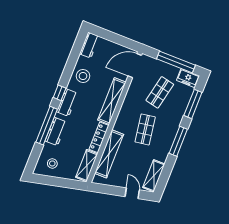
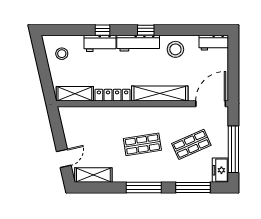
door: (135, 66) -> (211, 104), hinge flipped
shop shelf: (160, 92) -> (191, 144), turned -36
workbench: (67, 103) -> (138, 43), width x1.37
window: (47, 126) -> (102, 30), width x0.32
shelving: (109, 154) -> (98, 114), removed

